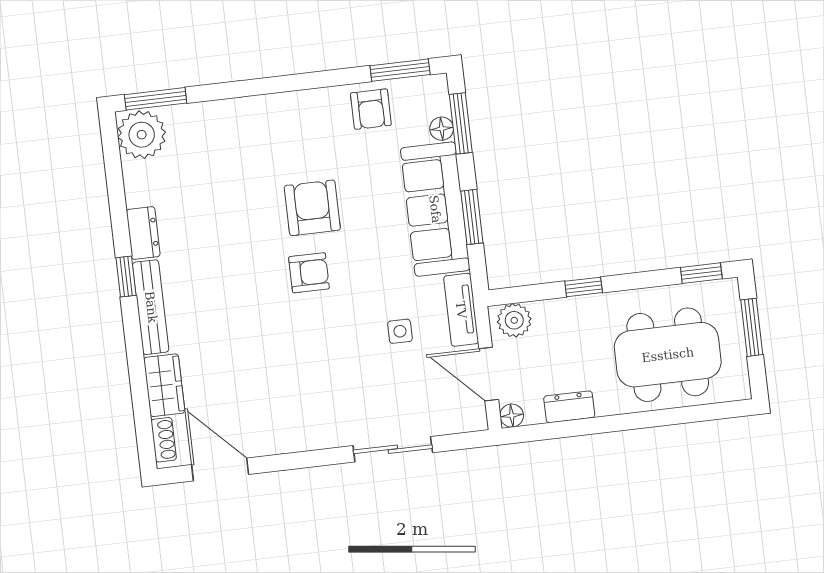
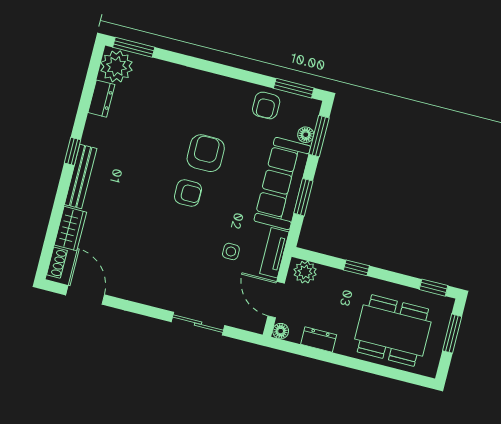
dresser: (143, 233) -> (101, 99), moved

